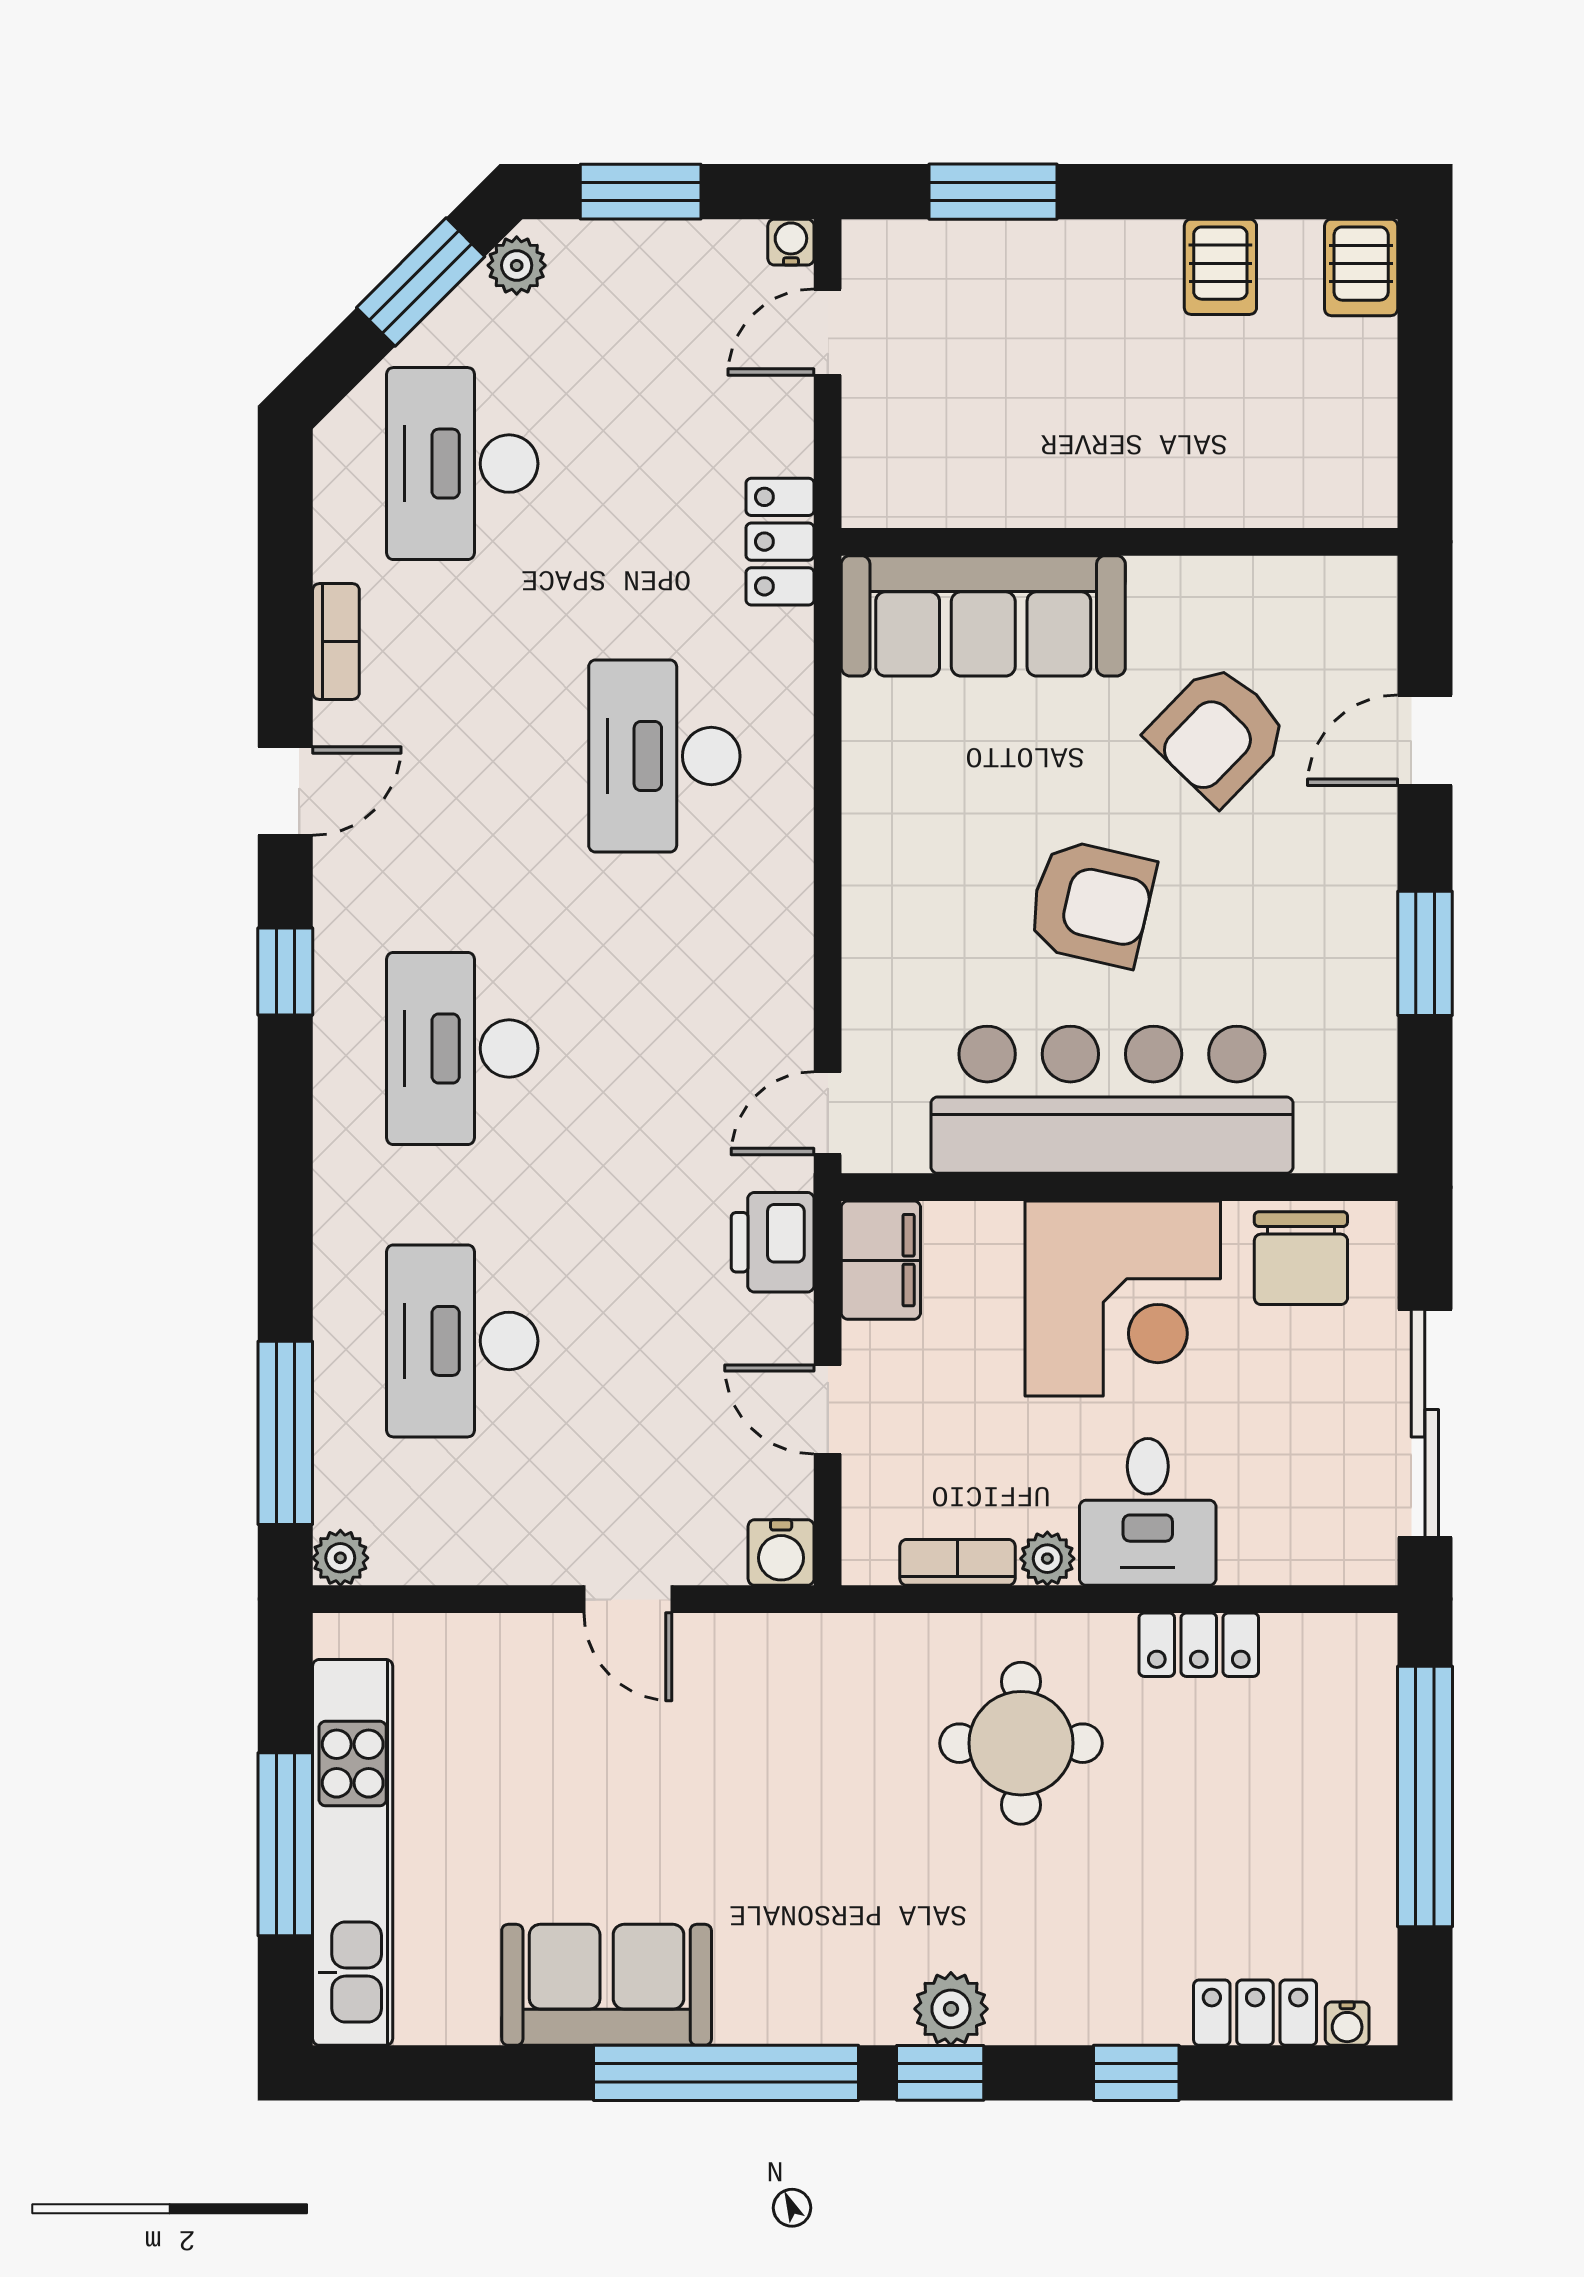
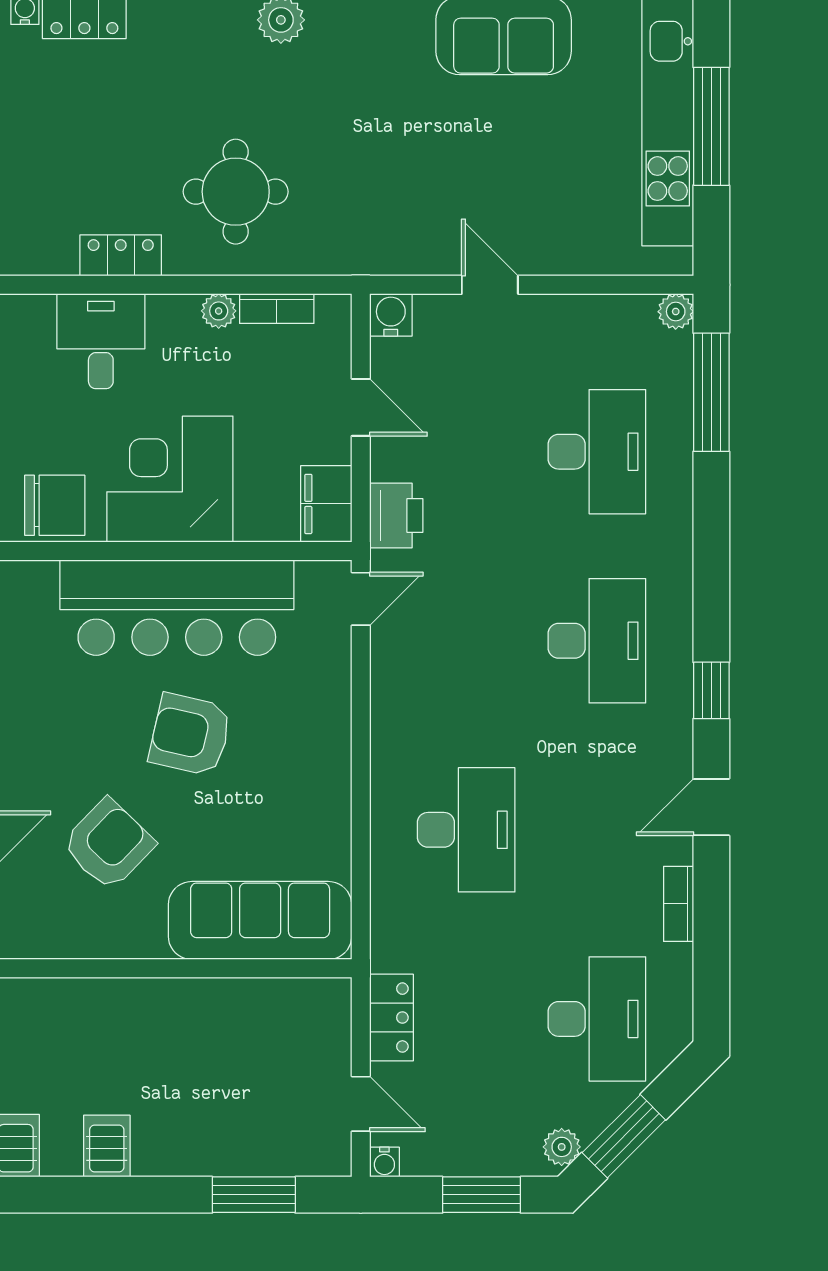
door: (828, 332) -> (361, 1104), hinge flipped
locker: (780, 542) -> (391, 1018), moved
chair: (1301, 1258) -> (55, 505), turned 90
desk: (1148, 1512) -> (101, 341), moved

